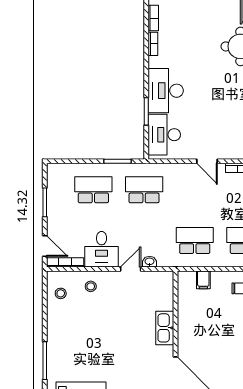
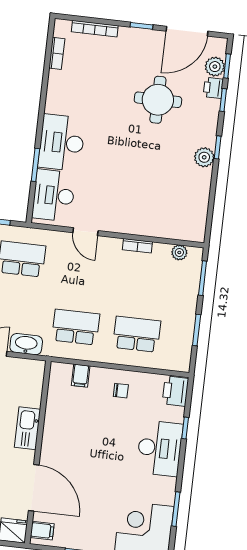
bookcase: (153, 44) -> (53, 85), removed
door: (207, 161) -> (85, 232), moved
washbasin: (150, 262) -> (26, 344), width x1.91, depth x1.45

